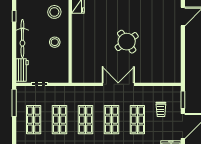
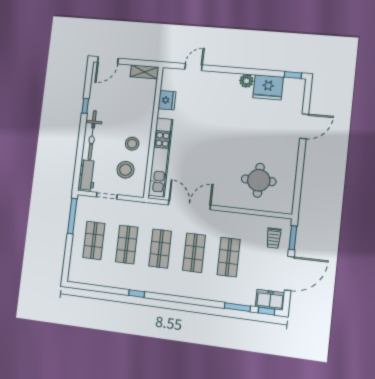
stool: (54, 12) -> (125, 170), moved
round table: (127, 42) -> (259, 180), moved, turned 35
kitchen unit: (78, 50) -> (161, 157), added
double door: (118, 84) -> (189, 205), moved
trolley: (161, 109) -> (274, 238), moved

